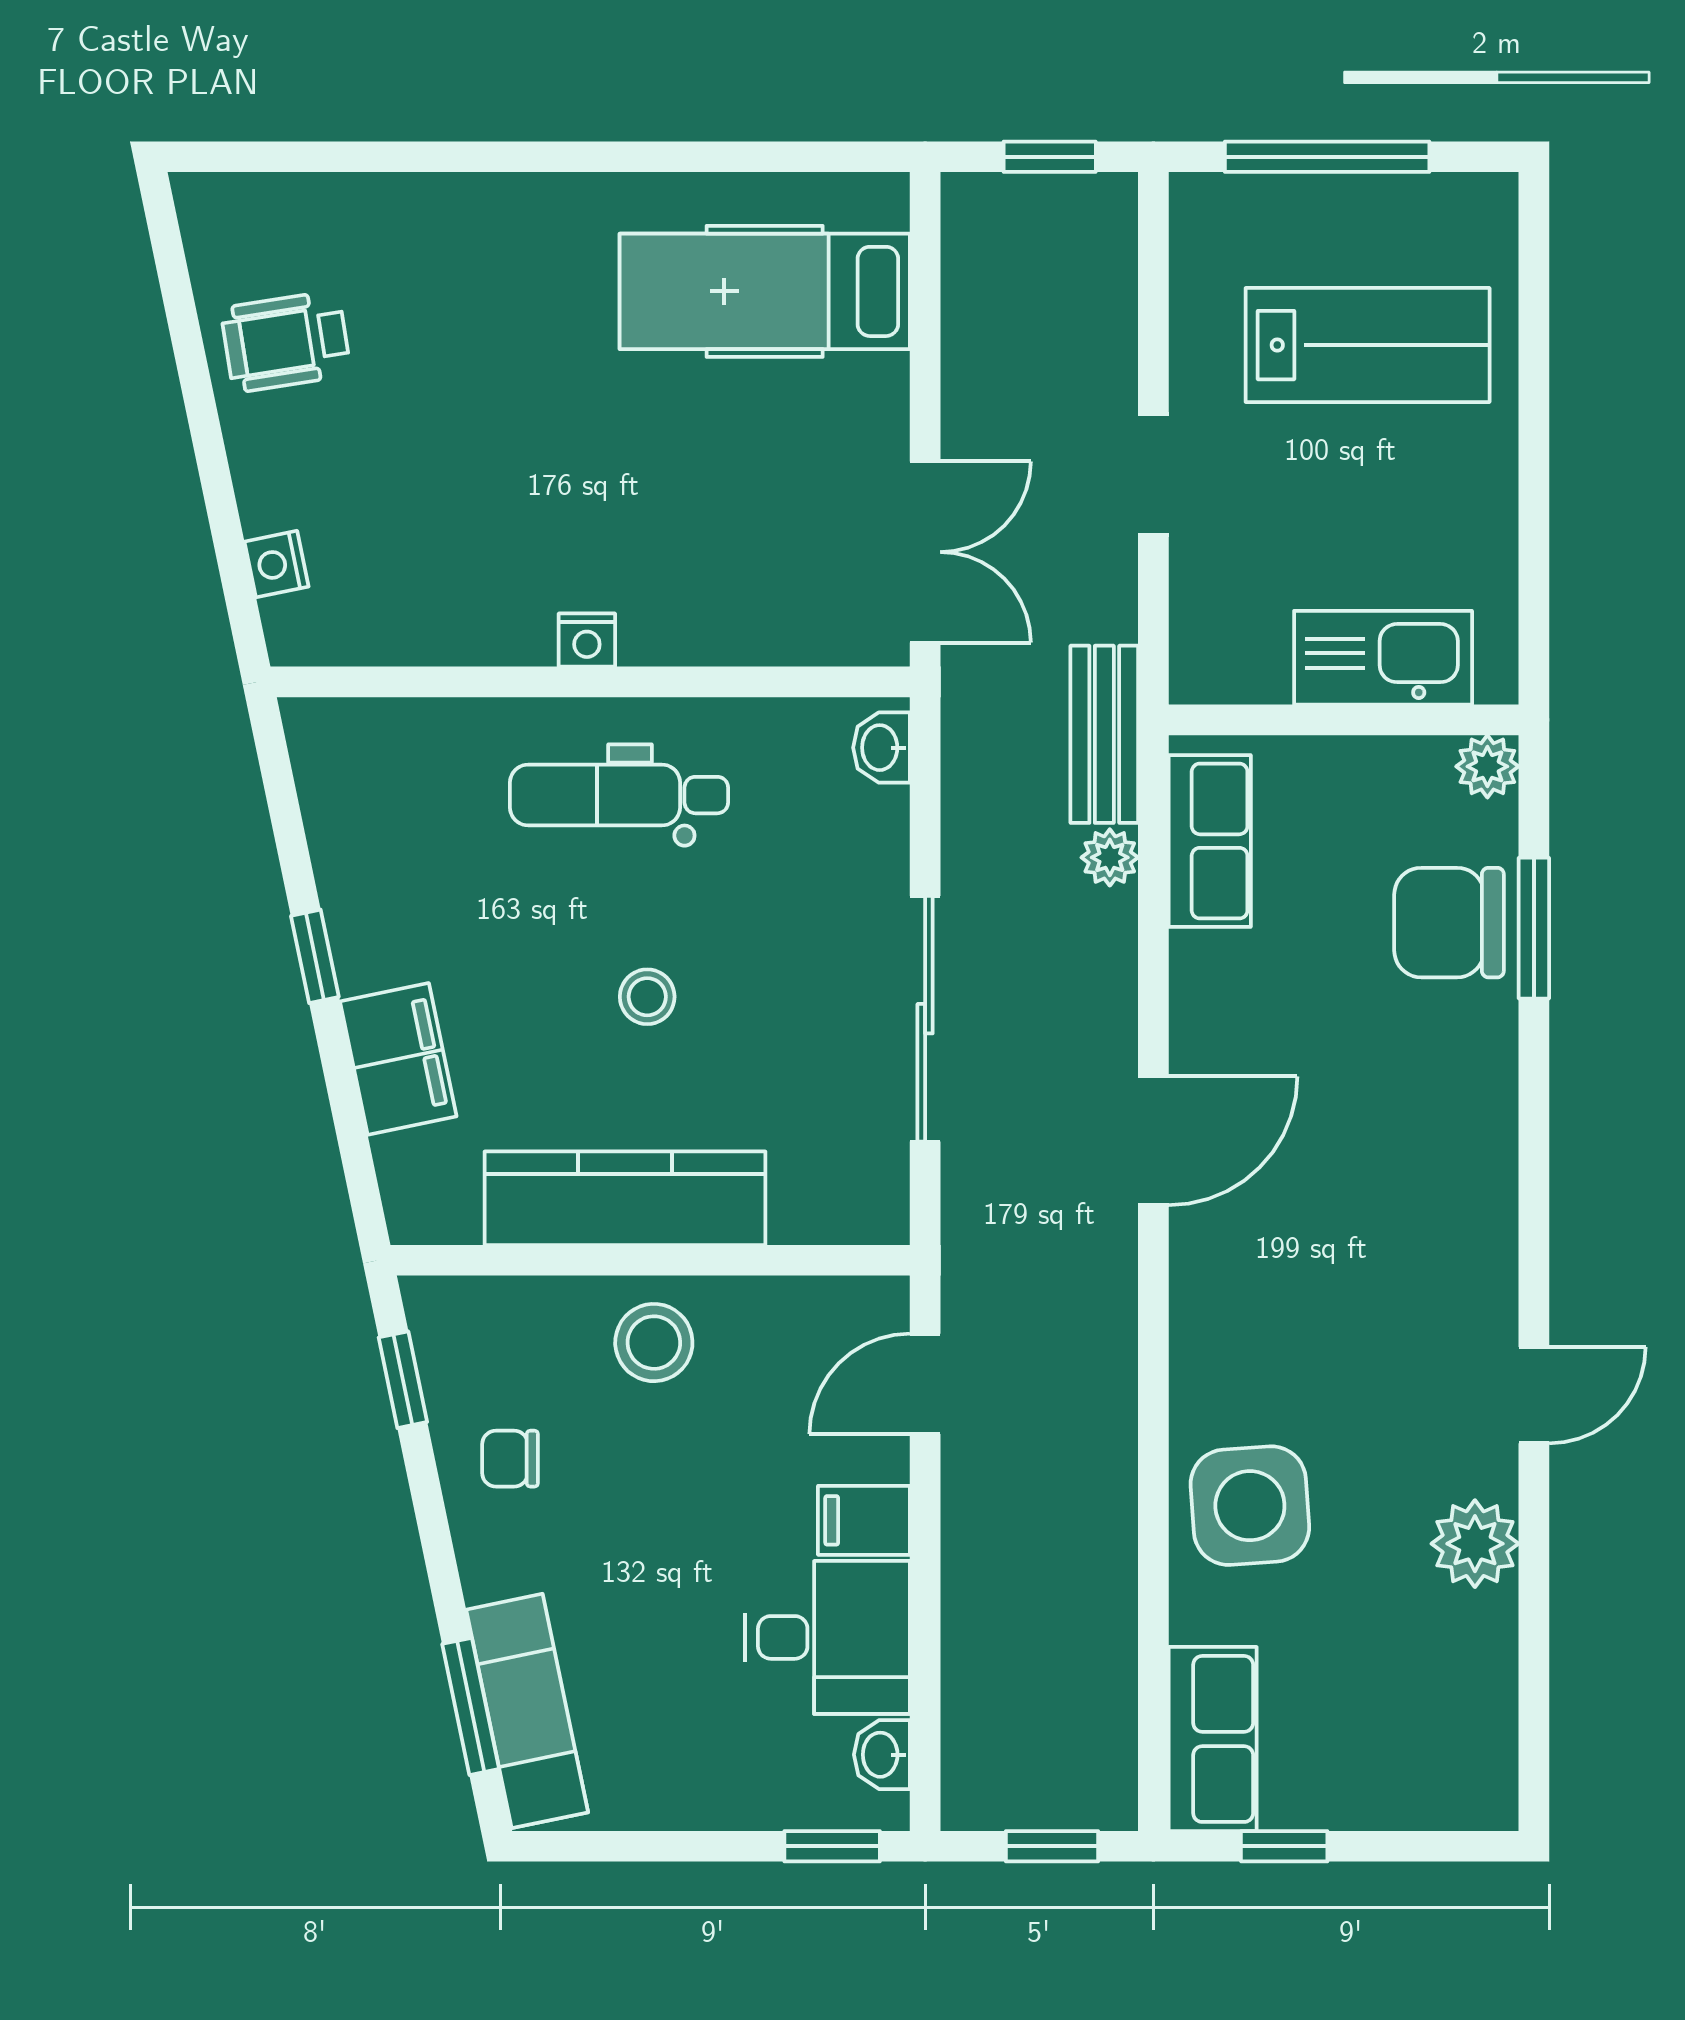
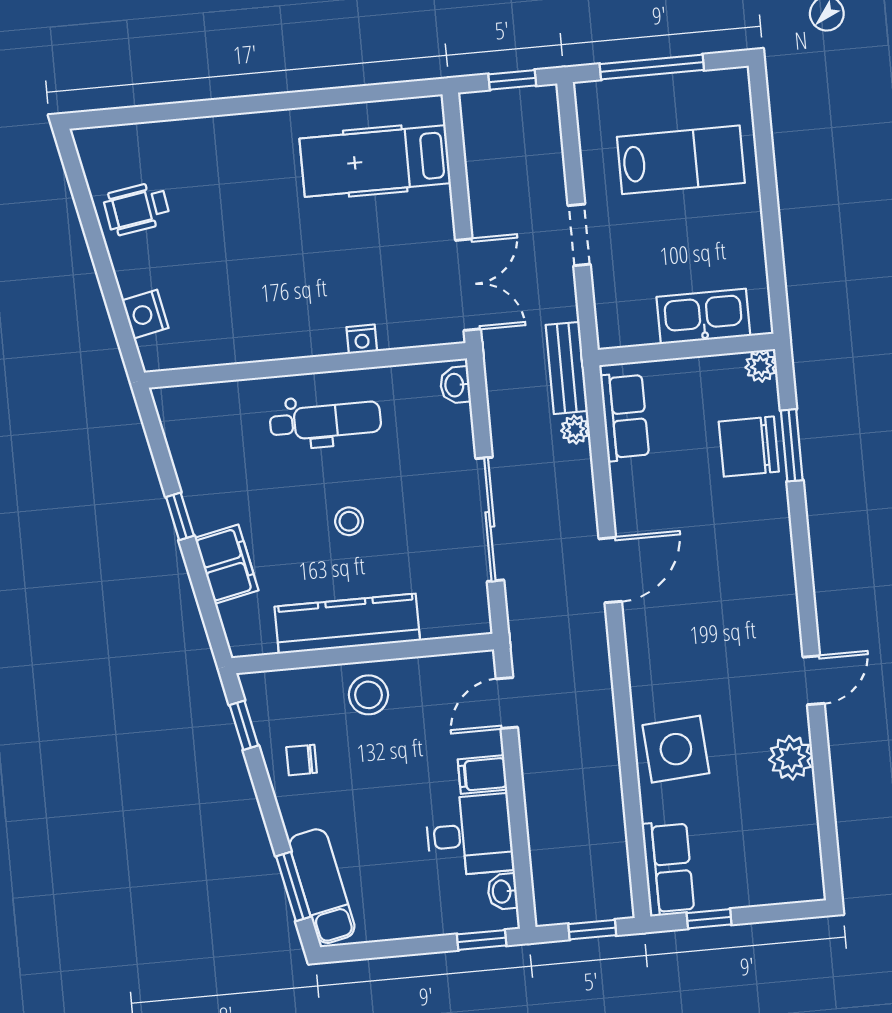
nightstand: (276, 564) -> (145, 314), width x1.39, depth x1.35
nightstand: (587, 640) -> (362, 339), moved
dental chair: (619, 795) -> (325, 421), turned 180

